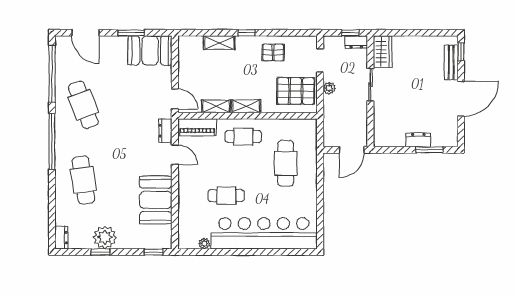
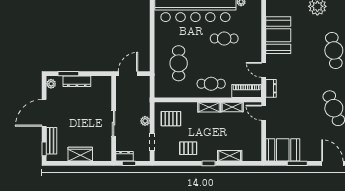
wardrobe: (383, 52) -> (80, 154), moved, turned 90
pallet: (296, 91) -> (171, 119), width x0.67, depth x0.71
plant: (452, 137) -> (51, 84), added
dresser: (418, 140) -> (77, 81), width x1.44

